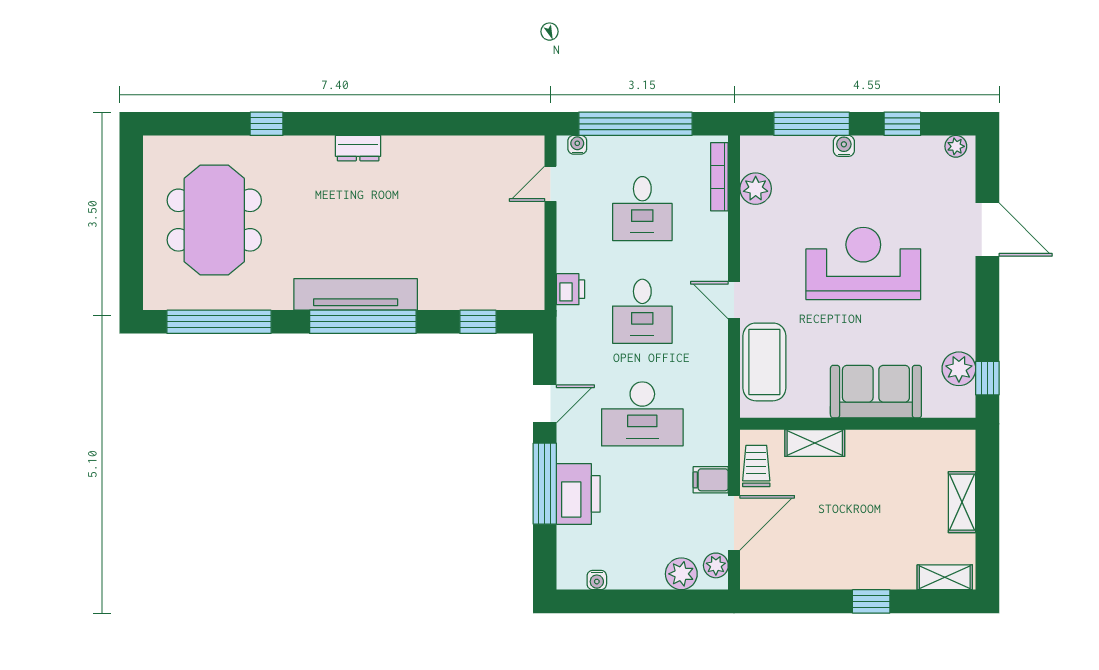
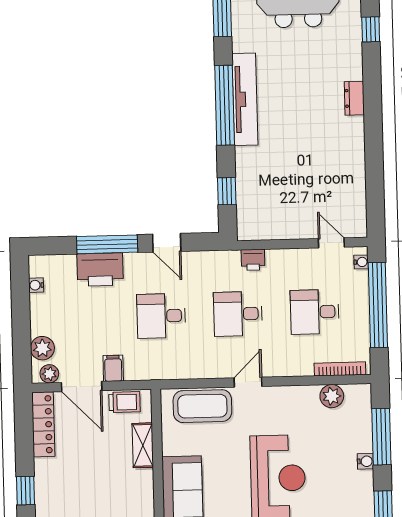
desk: (642, 414) -> (161, 316), width x0.73
locker: (783, 575) -> (43, 424), added

